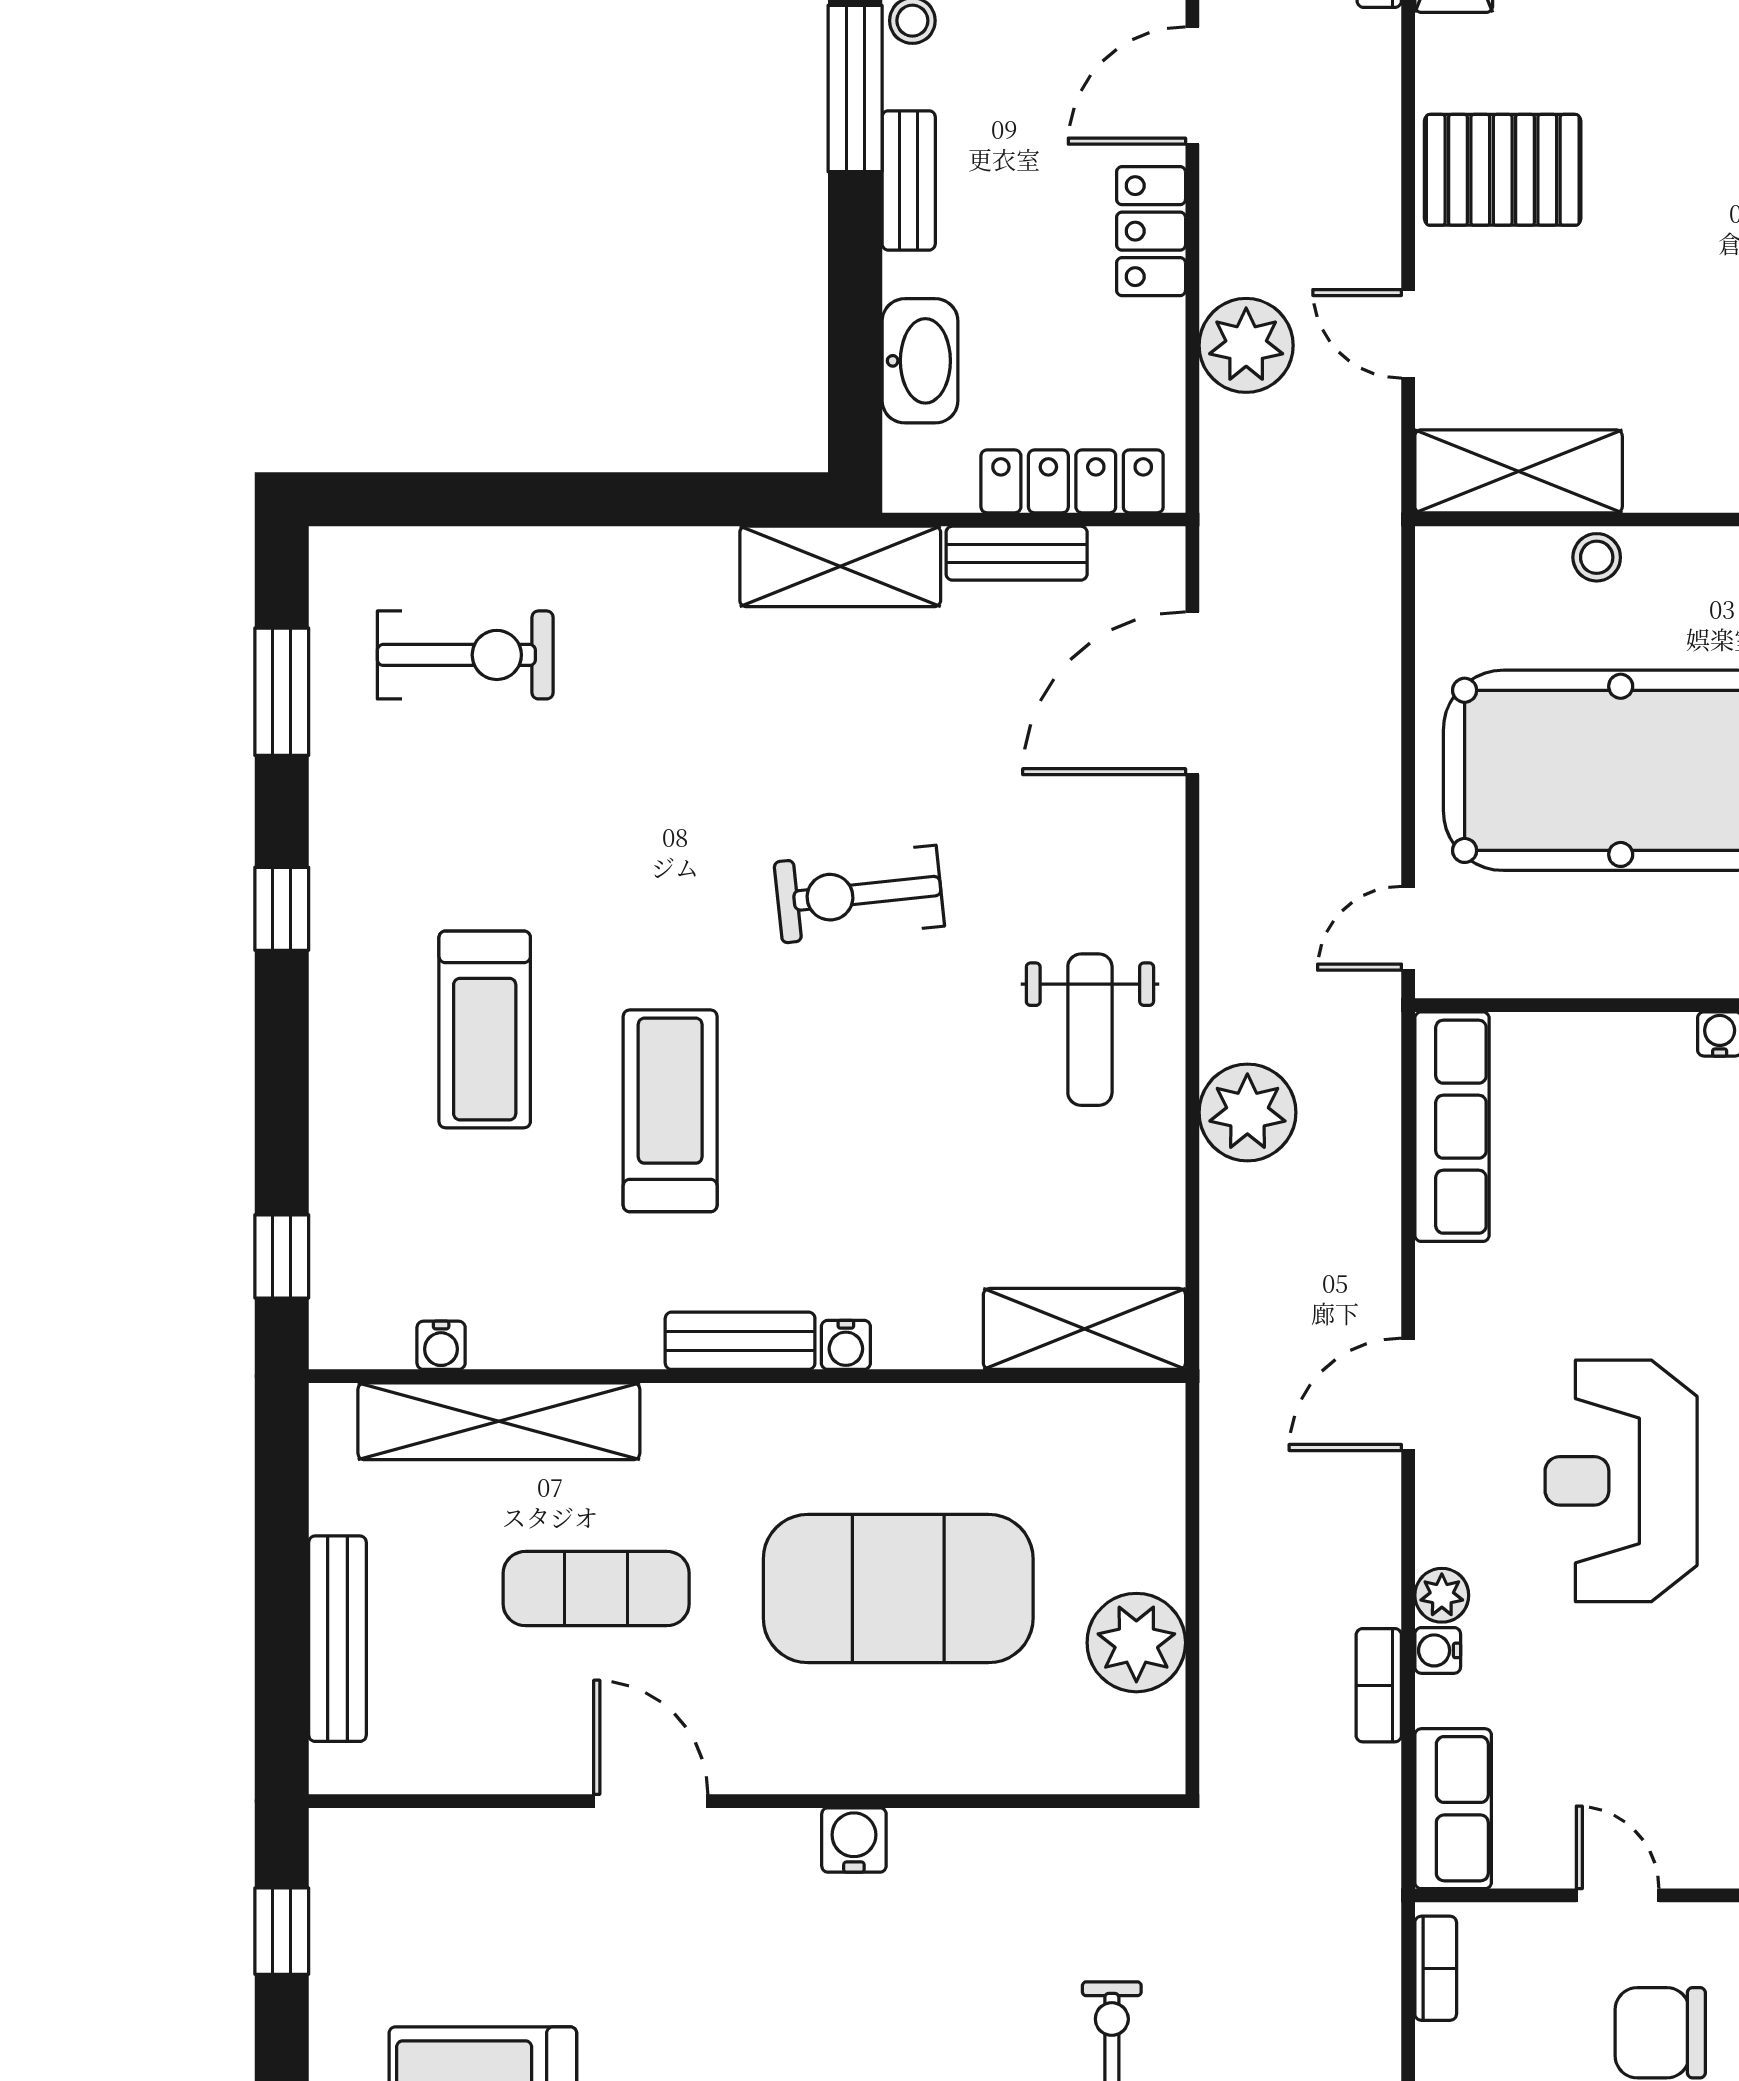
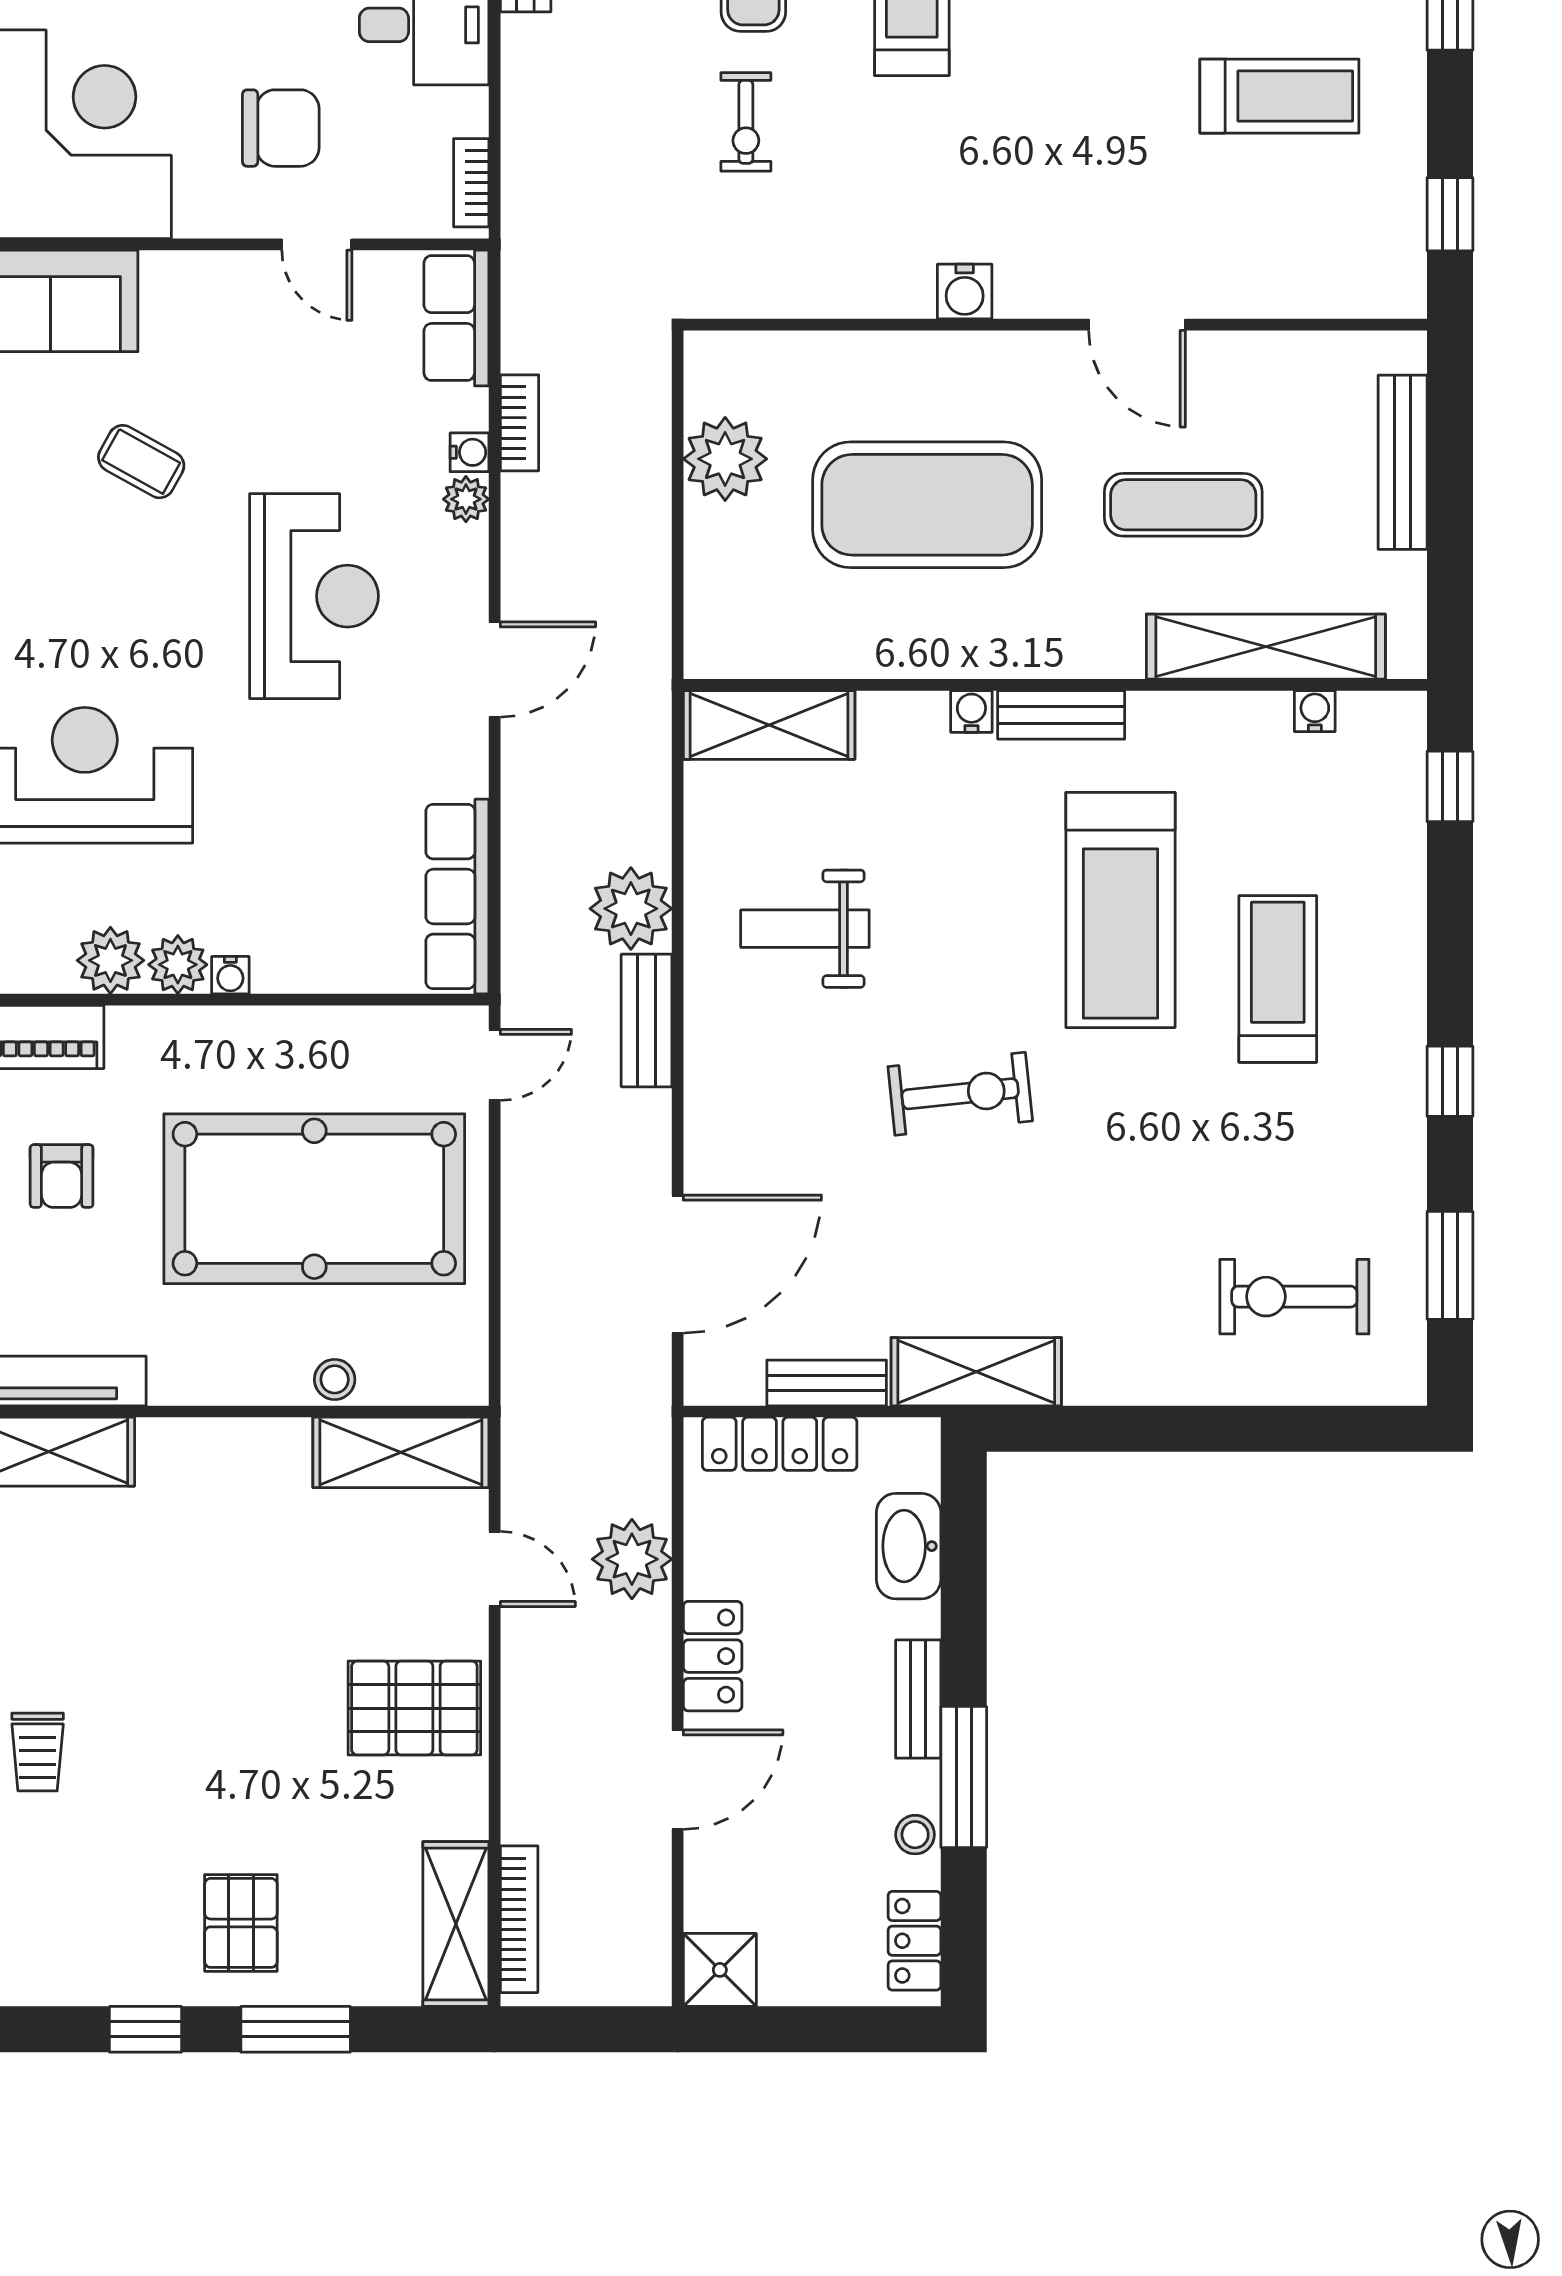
bench: (1229, 980) -> (647, 1021), added
weight bench: (1090, 1030) -> (805, 929), moved, turned -90
treadmill: (670, 1111) -> (1120, 910), width x1.37, depth x1.38

